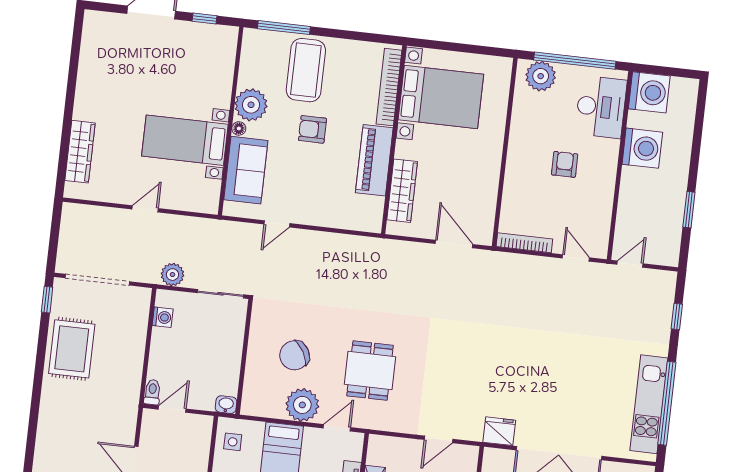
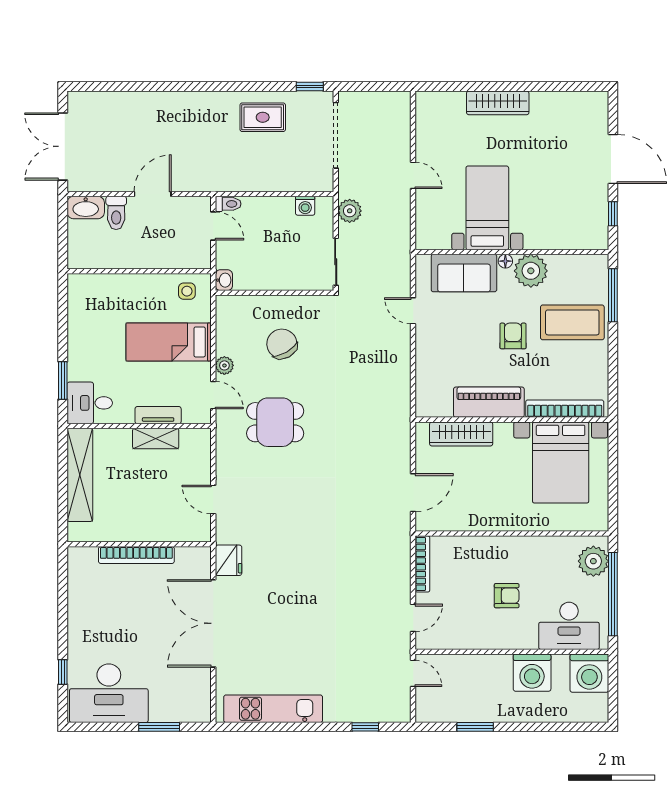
wardrobe: (80, 152) -> (498, 103), moved
rug: (72, 349) -> (263, 117), width x0.73, depth x0.70
window: (667, 403) -> (276, 727), removed
plant: (302, 405) -> (224, 365), width x0.53, depth x0.53

